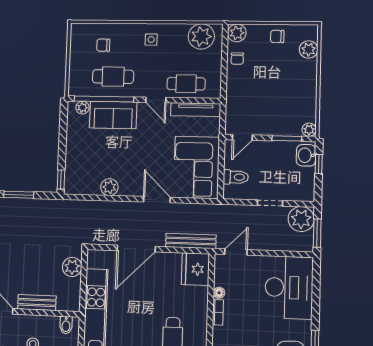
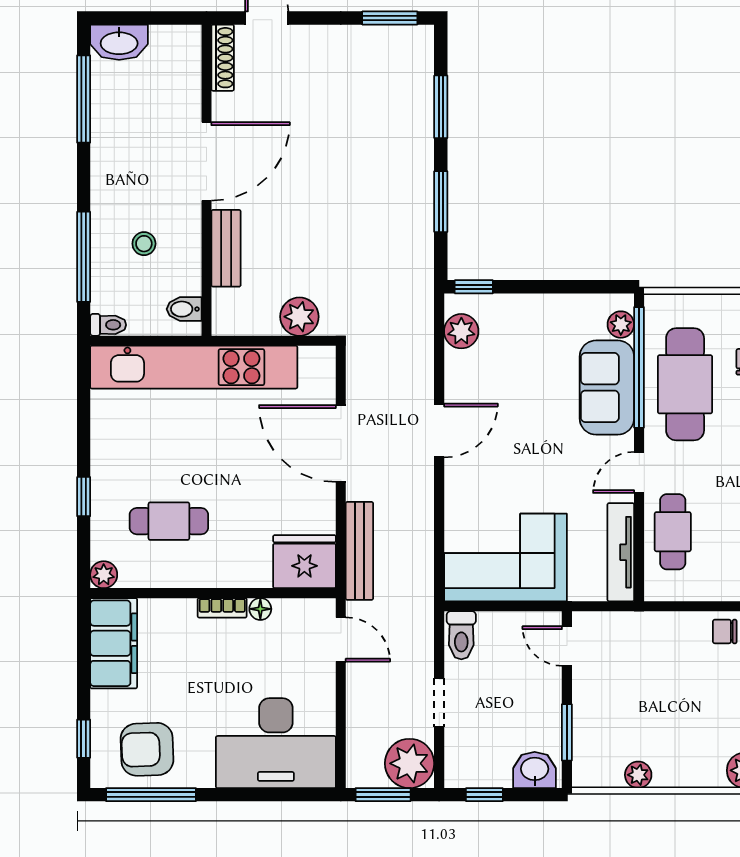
cafe table: (113, 77) -> (685, 384), width x1.37, depth x1.35
plant: (309, 130) -> (638, 775), moved
window: (319, 164) -> (484, 795), moved
toilet: (236, 177) -> (461, 635), moved
plant: (109, 187) -> (461, 331), moved
door: (157, 200) -> (439, 431), moved

